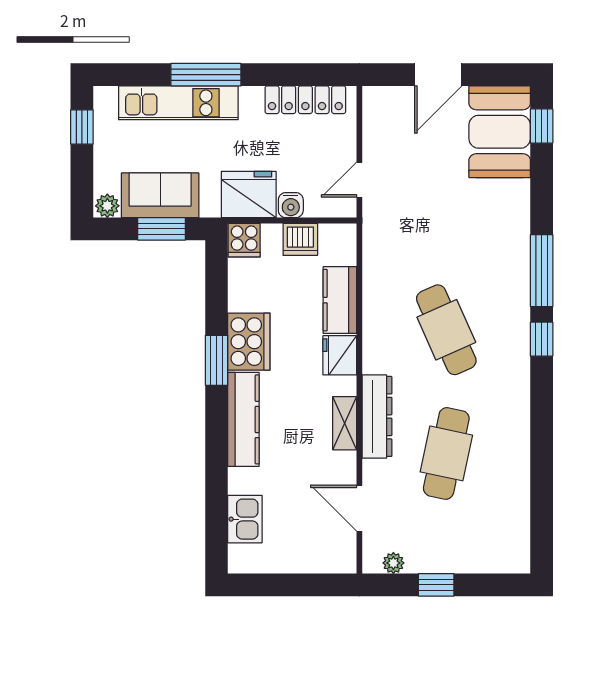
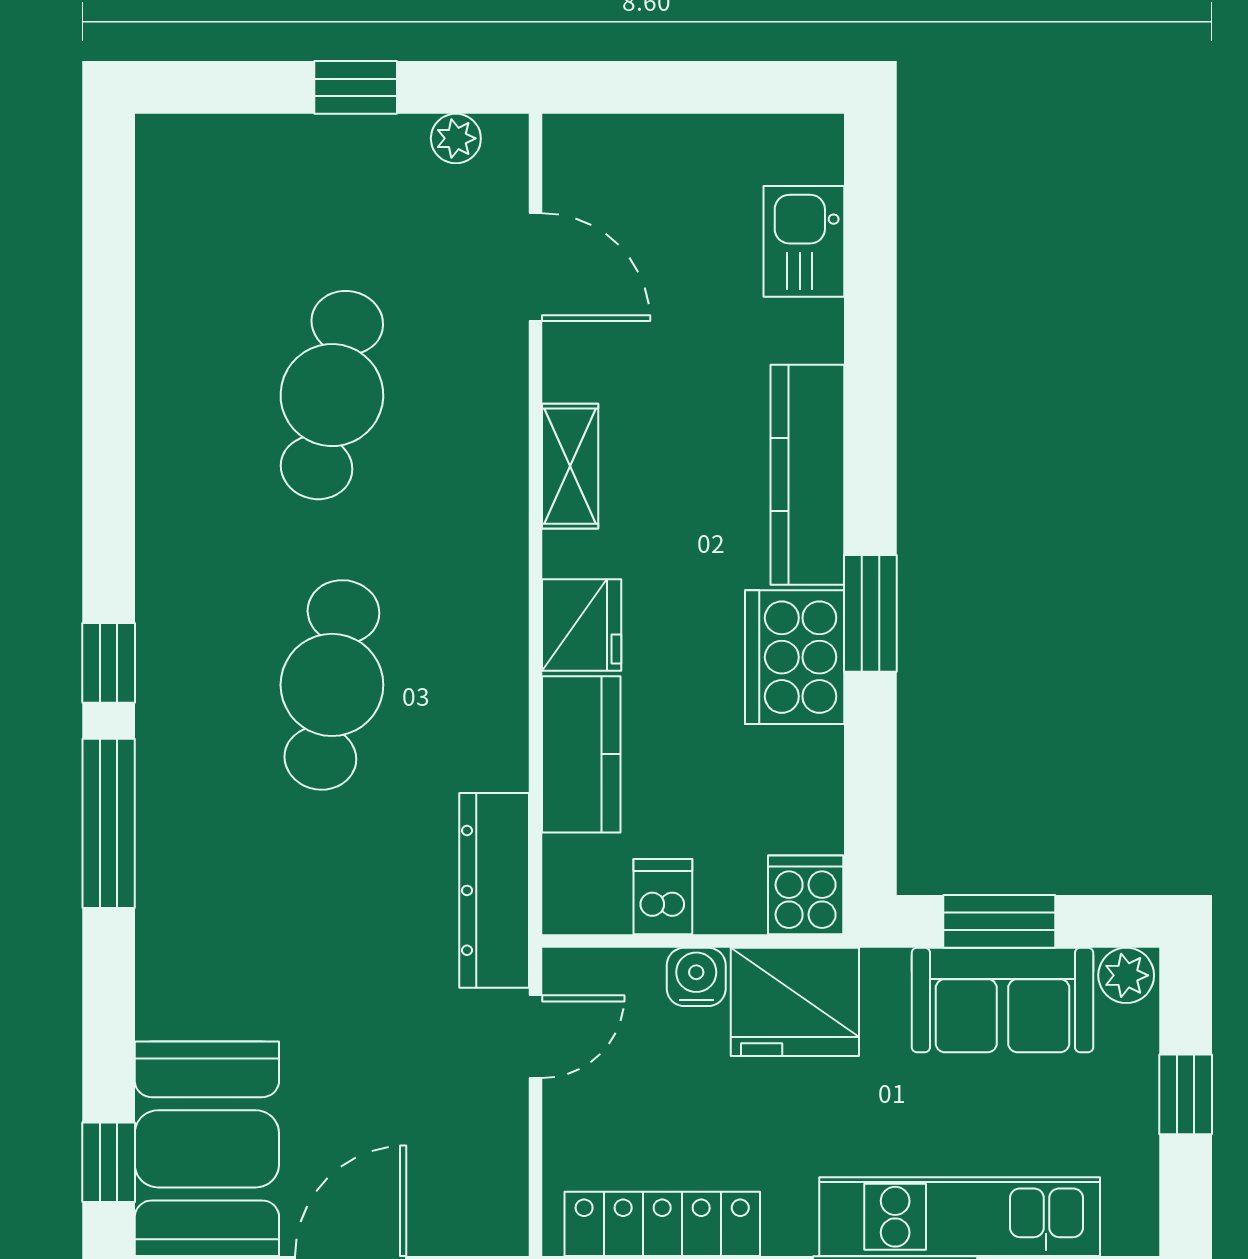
window: (82, 127) -> (1186, 1094), moved
dishwasher: (300, 239) -> (663, 897), width x0.73
cafe table: (446, 330) -> (332, 685), turned 33
dresser: (377, 416) -> (494, 890), moved

